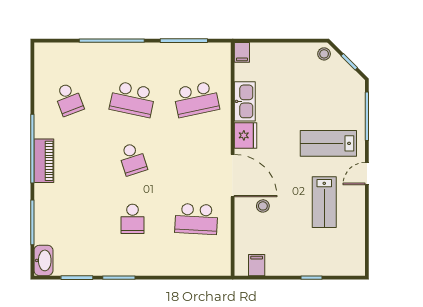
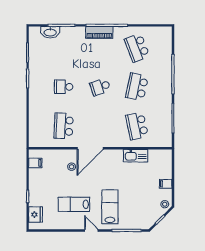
filing cabinet: (242, 52) -> (166, 184), moved
school desk: (69, 99) -> (137, 48), width x1.85
fridge: (246, 135) -> (36, 215), moved, turned -90
washbasin: (43, 260) -> (50, 32), moved

